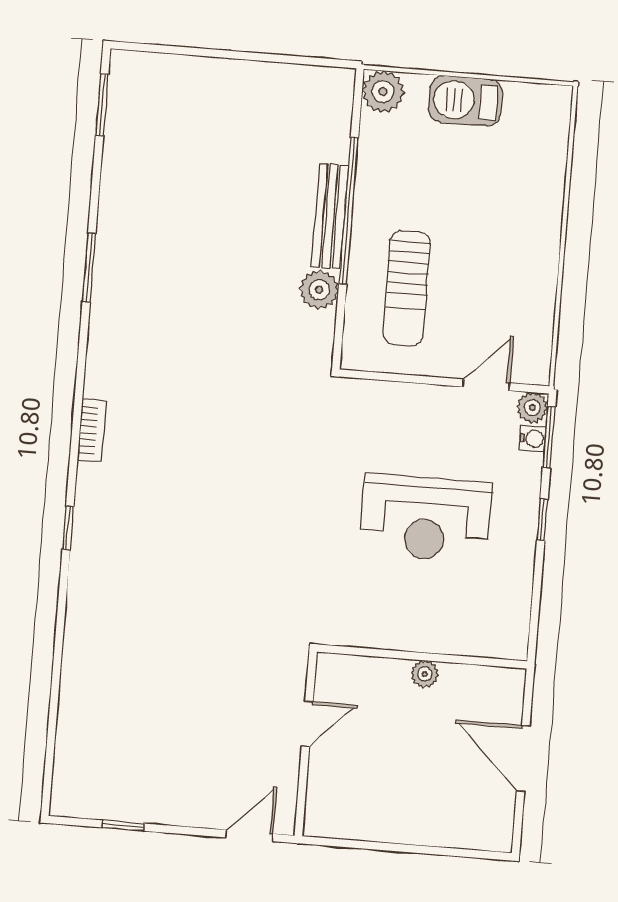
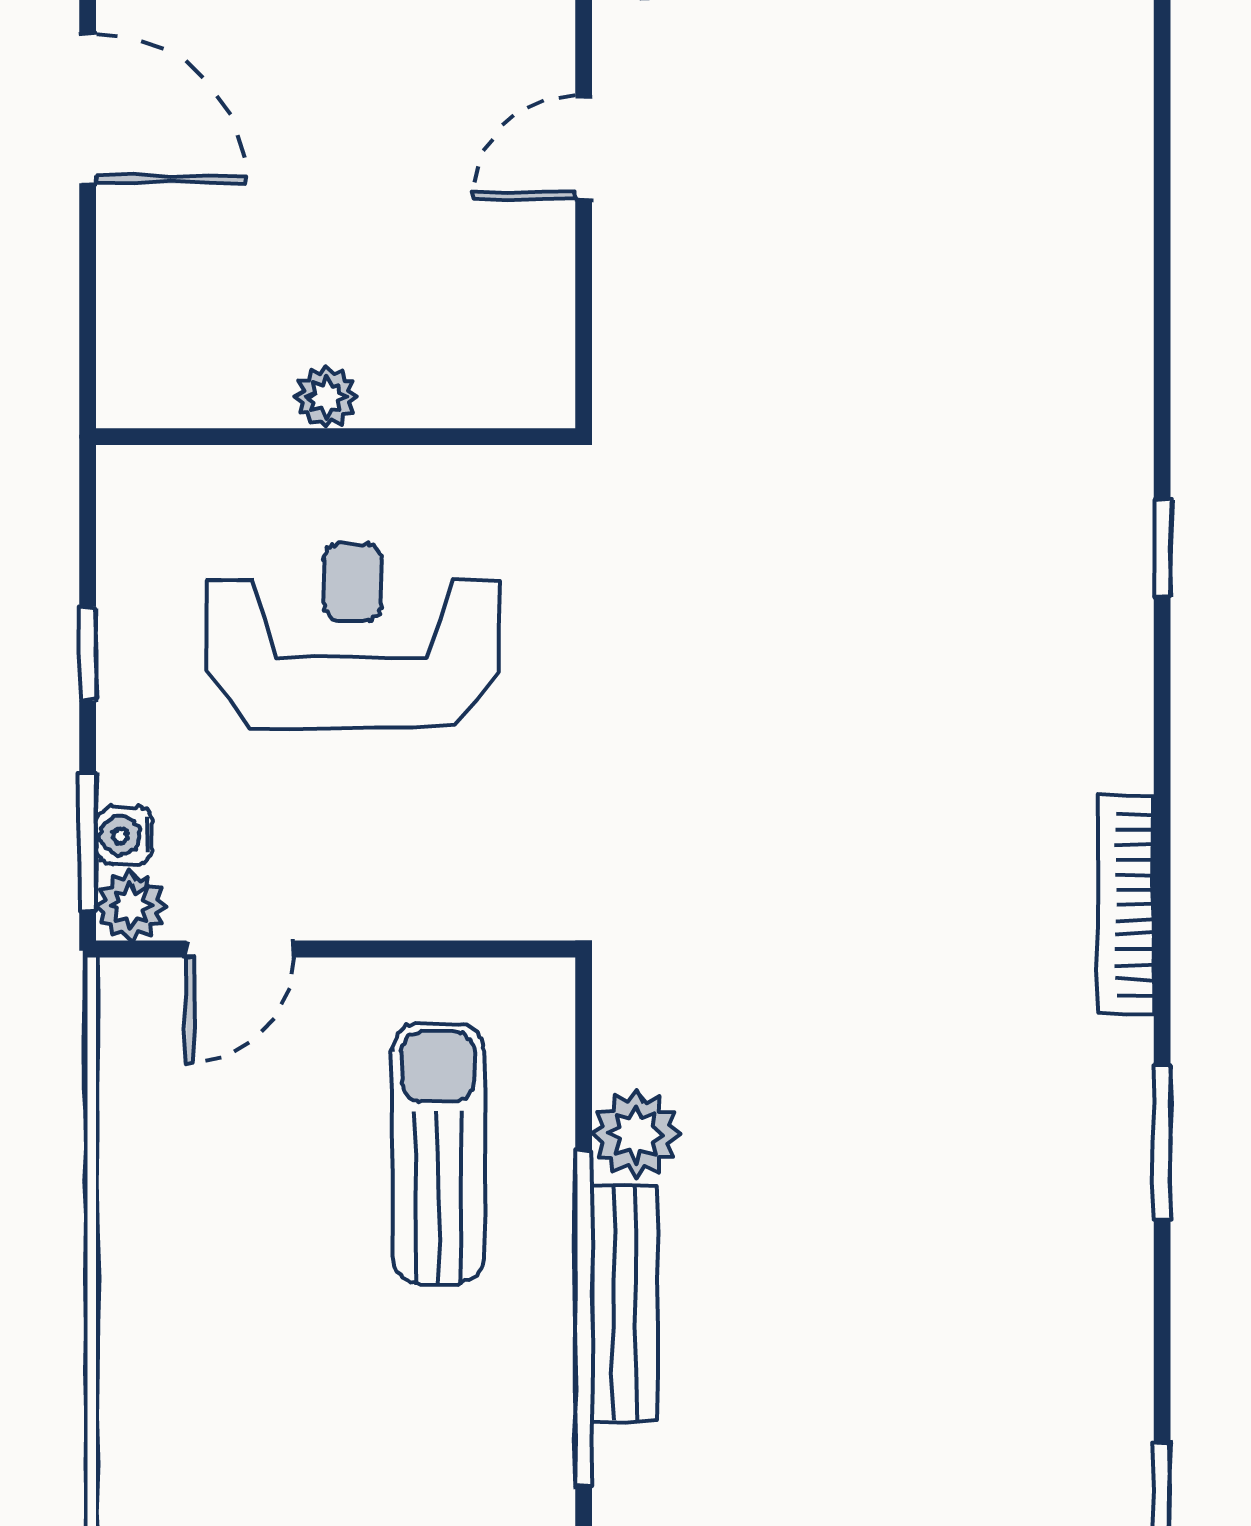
bookcase: (92, 430) -> (1126, 905), moved, width x1.56
wall: (422, 657) -> (336, 437), moved
plant: (425, 674) -> (326, 397), moved

